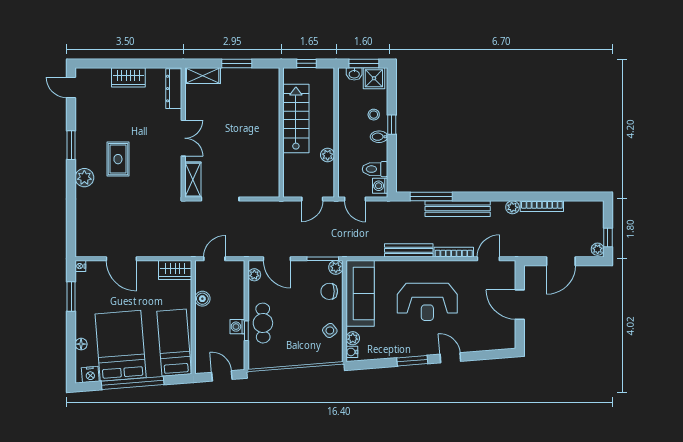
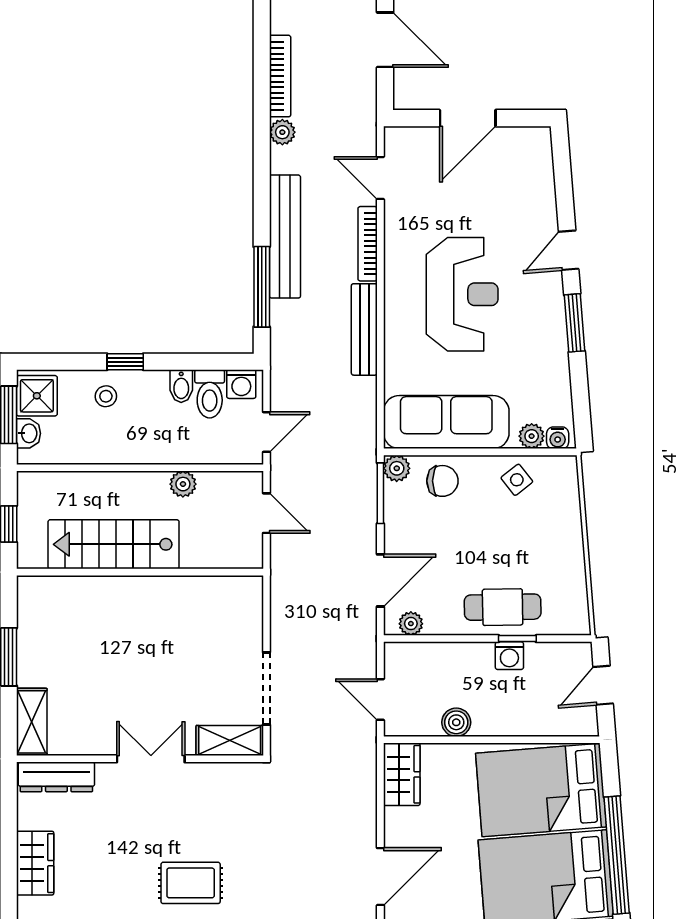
bidet: (379, 137) -> (181, 386), moved
chair: (329, 291) -> (442, 481), turned -90
bed: (174, 343) -> (541, 790), width x1.50

